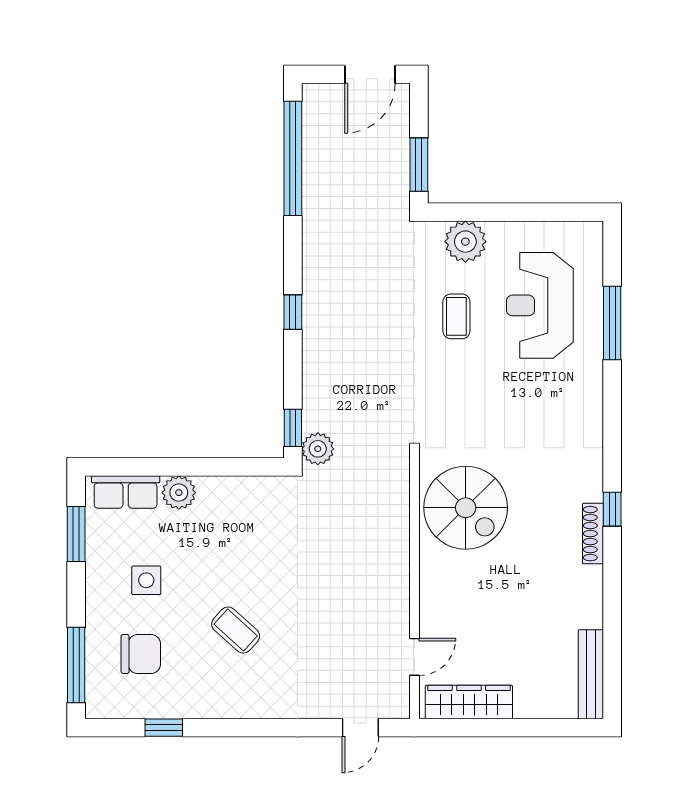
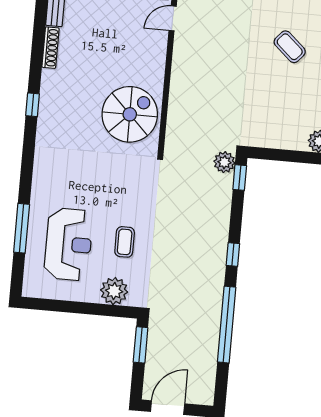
window: (293, 158) -> (227, 325), moved
spiral stairs: (466, 508) -> (130, 114), turned 90
shoe rack: (593, 534) -> (50, 48), moved

